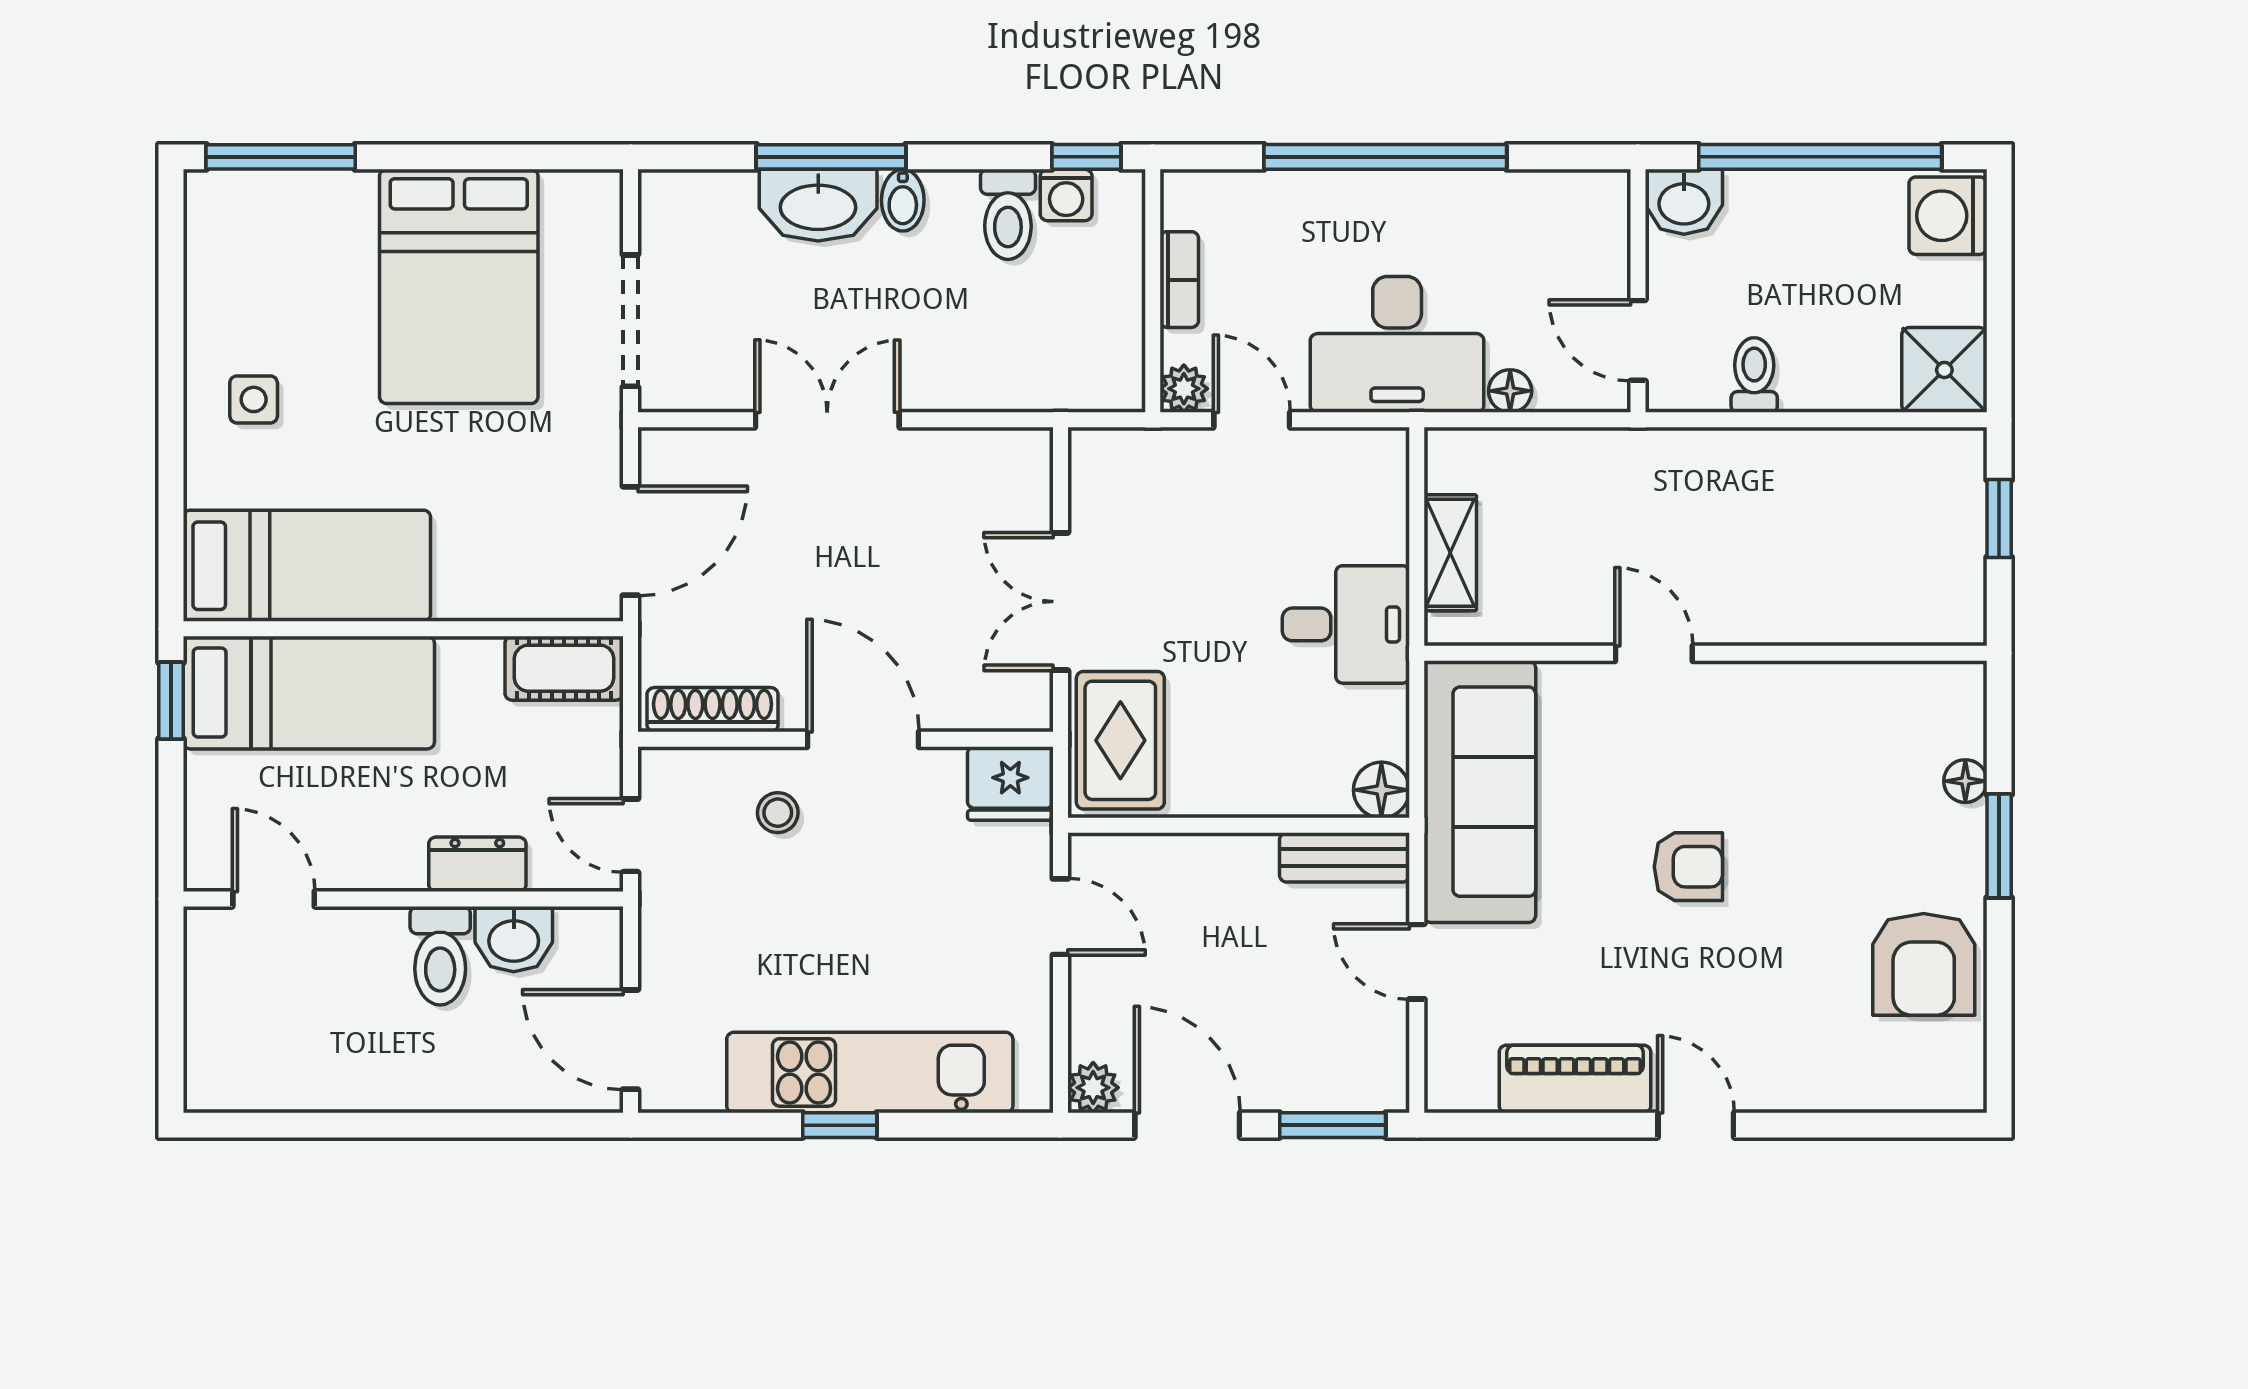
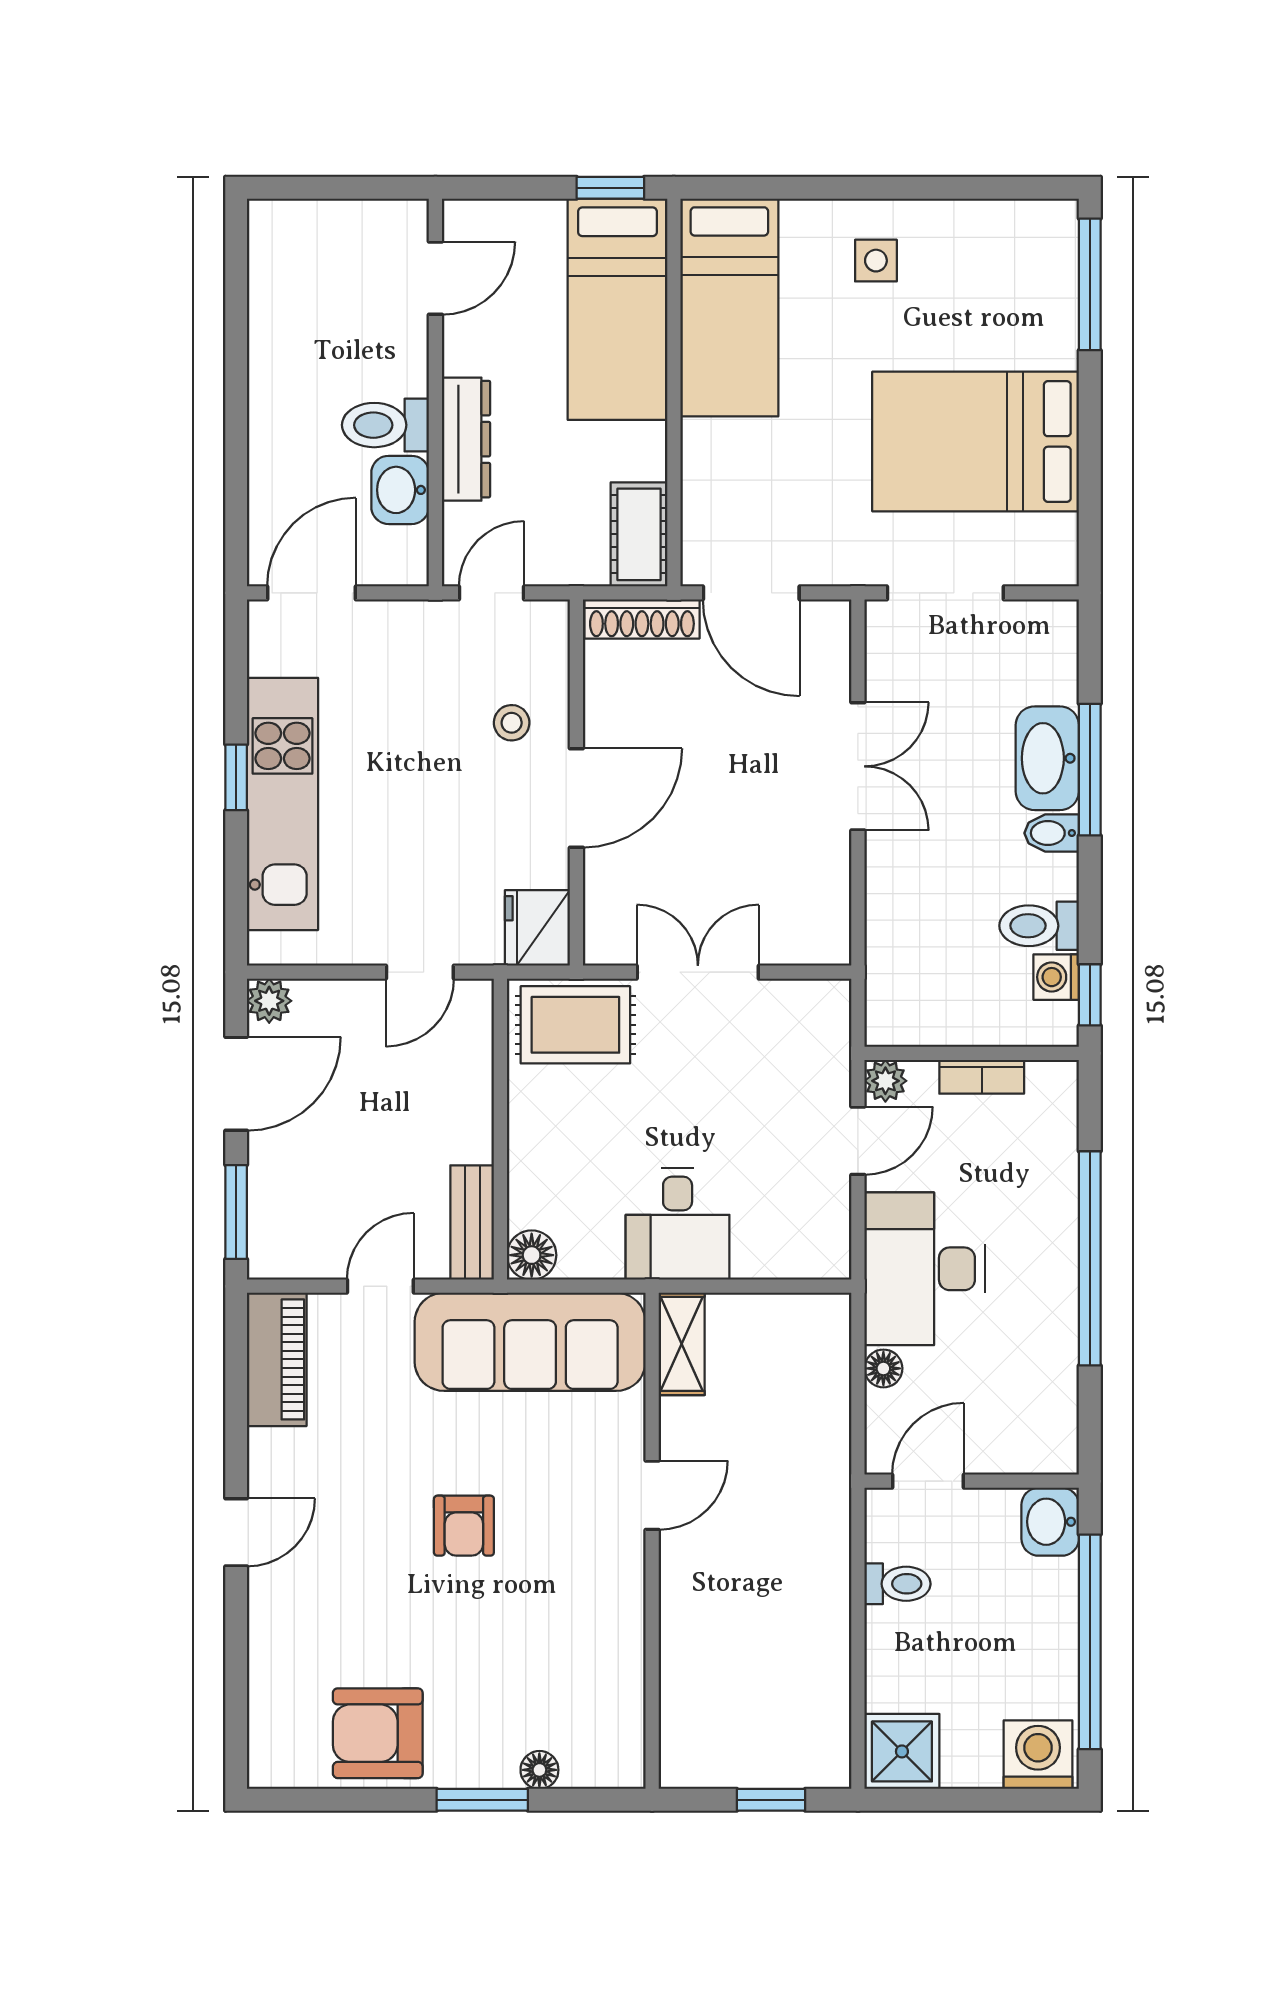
shelving: (1450, 553) -> (682, 1344), moved, turned 90
shoe rack: (713, 710) -> (642, 619), moved, turned 90
dresser: (477, 864) -> (466, 439), width x1.44
piano: (1575, 1079) -> (277, 1359), moved

